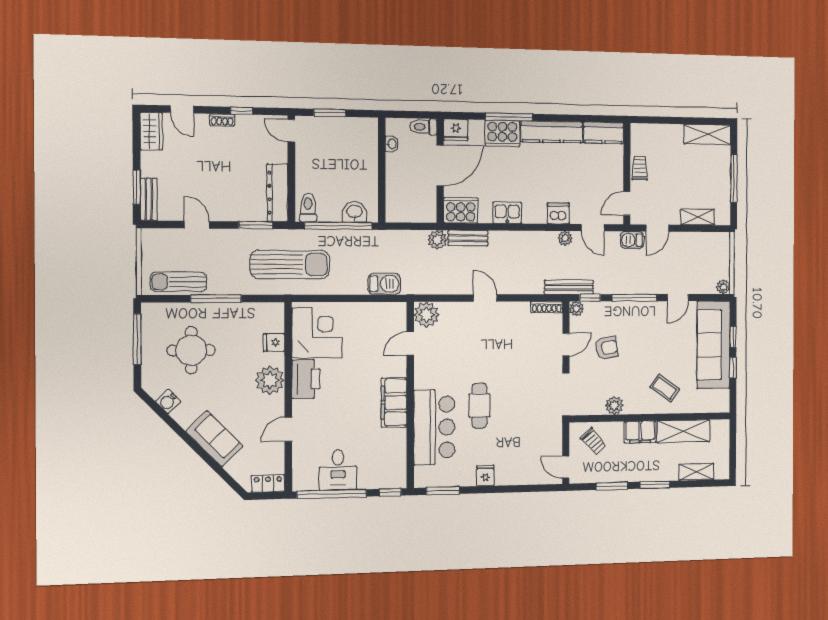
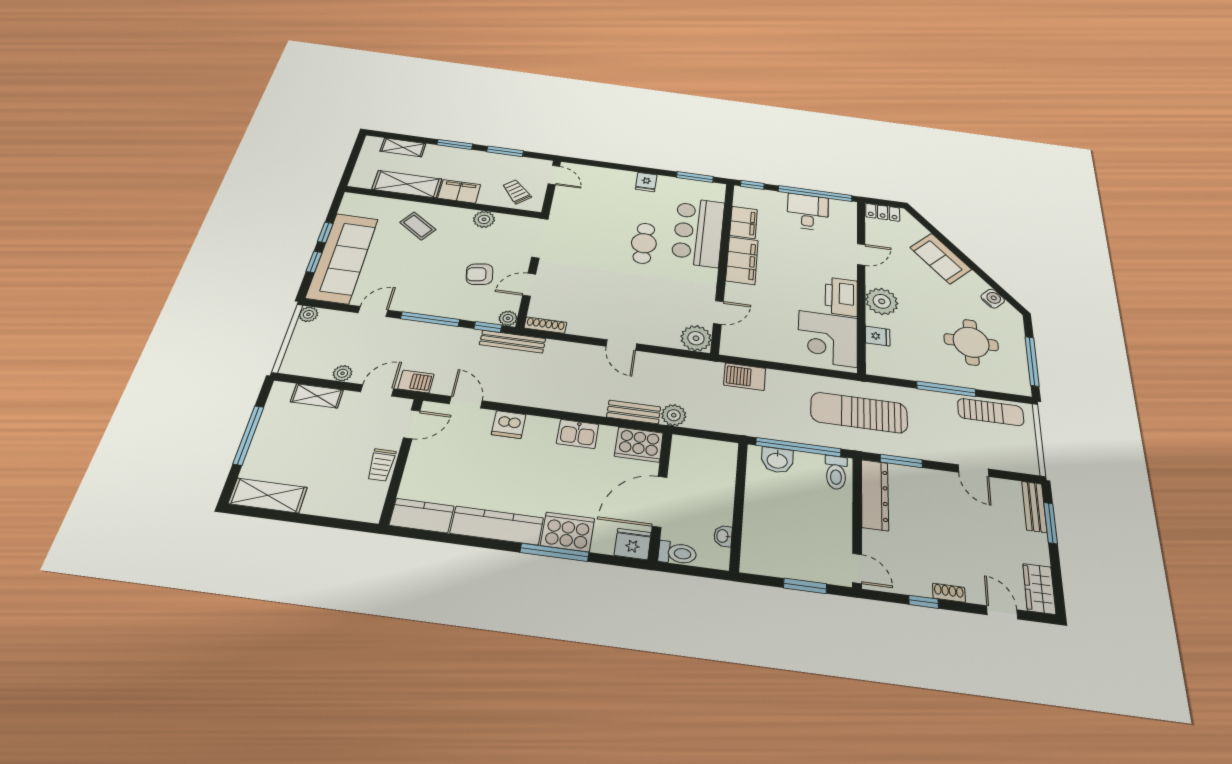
plant: (565, 238) -> (342, 373), moved
filing cabinet: (395, 446) -> (744, 222), added

